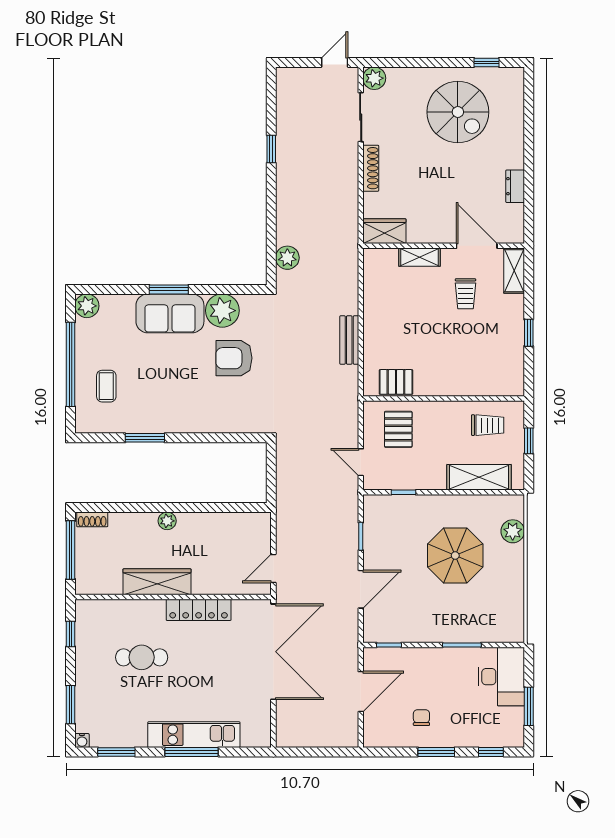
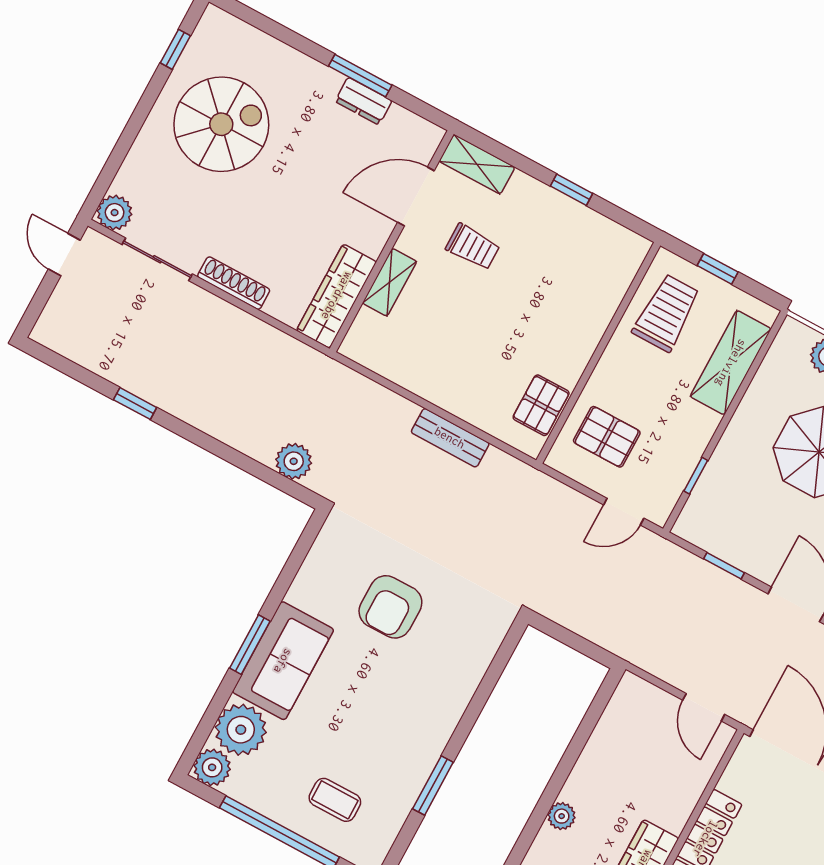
window: (529, 176) -> (360, 76), added
wardrobe: (384, 231) -> (337, 296), width x1.50
plant: (222, 311) -> (241, 730), moved
trolley: (488, 425) -> (666, 313), width x1.36, depth x1.39

